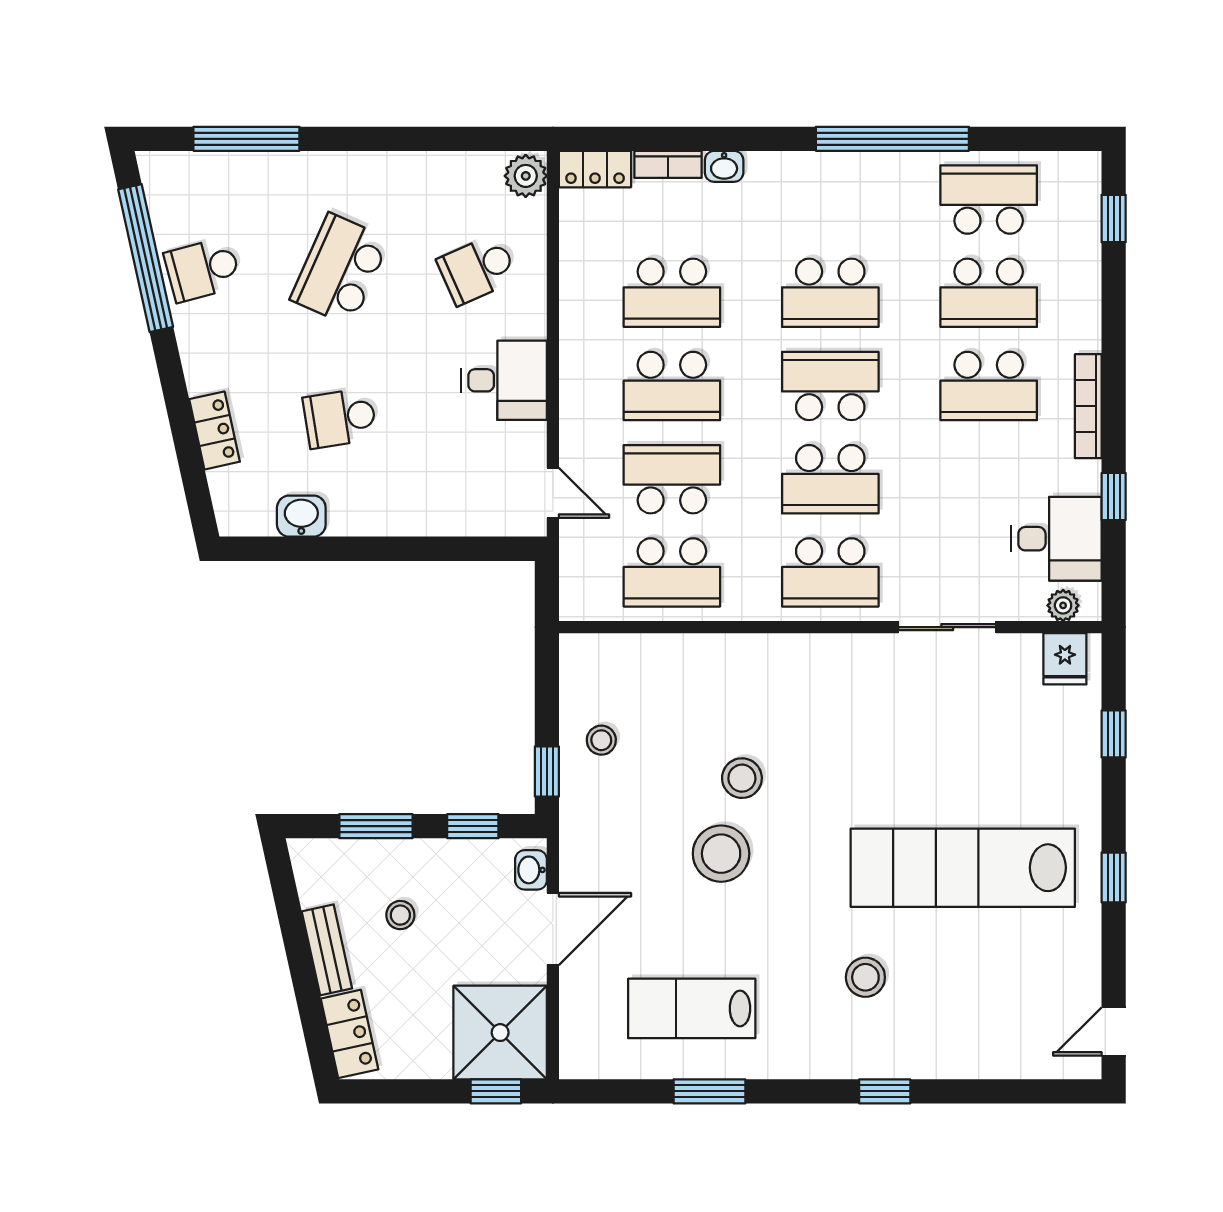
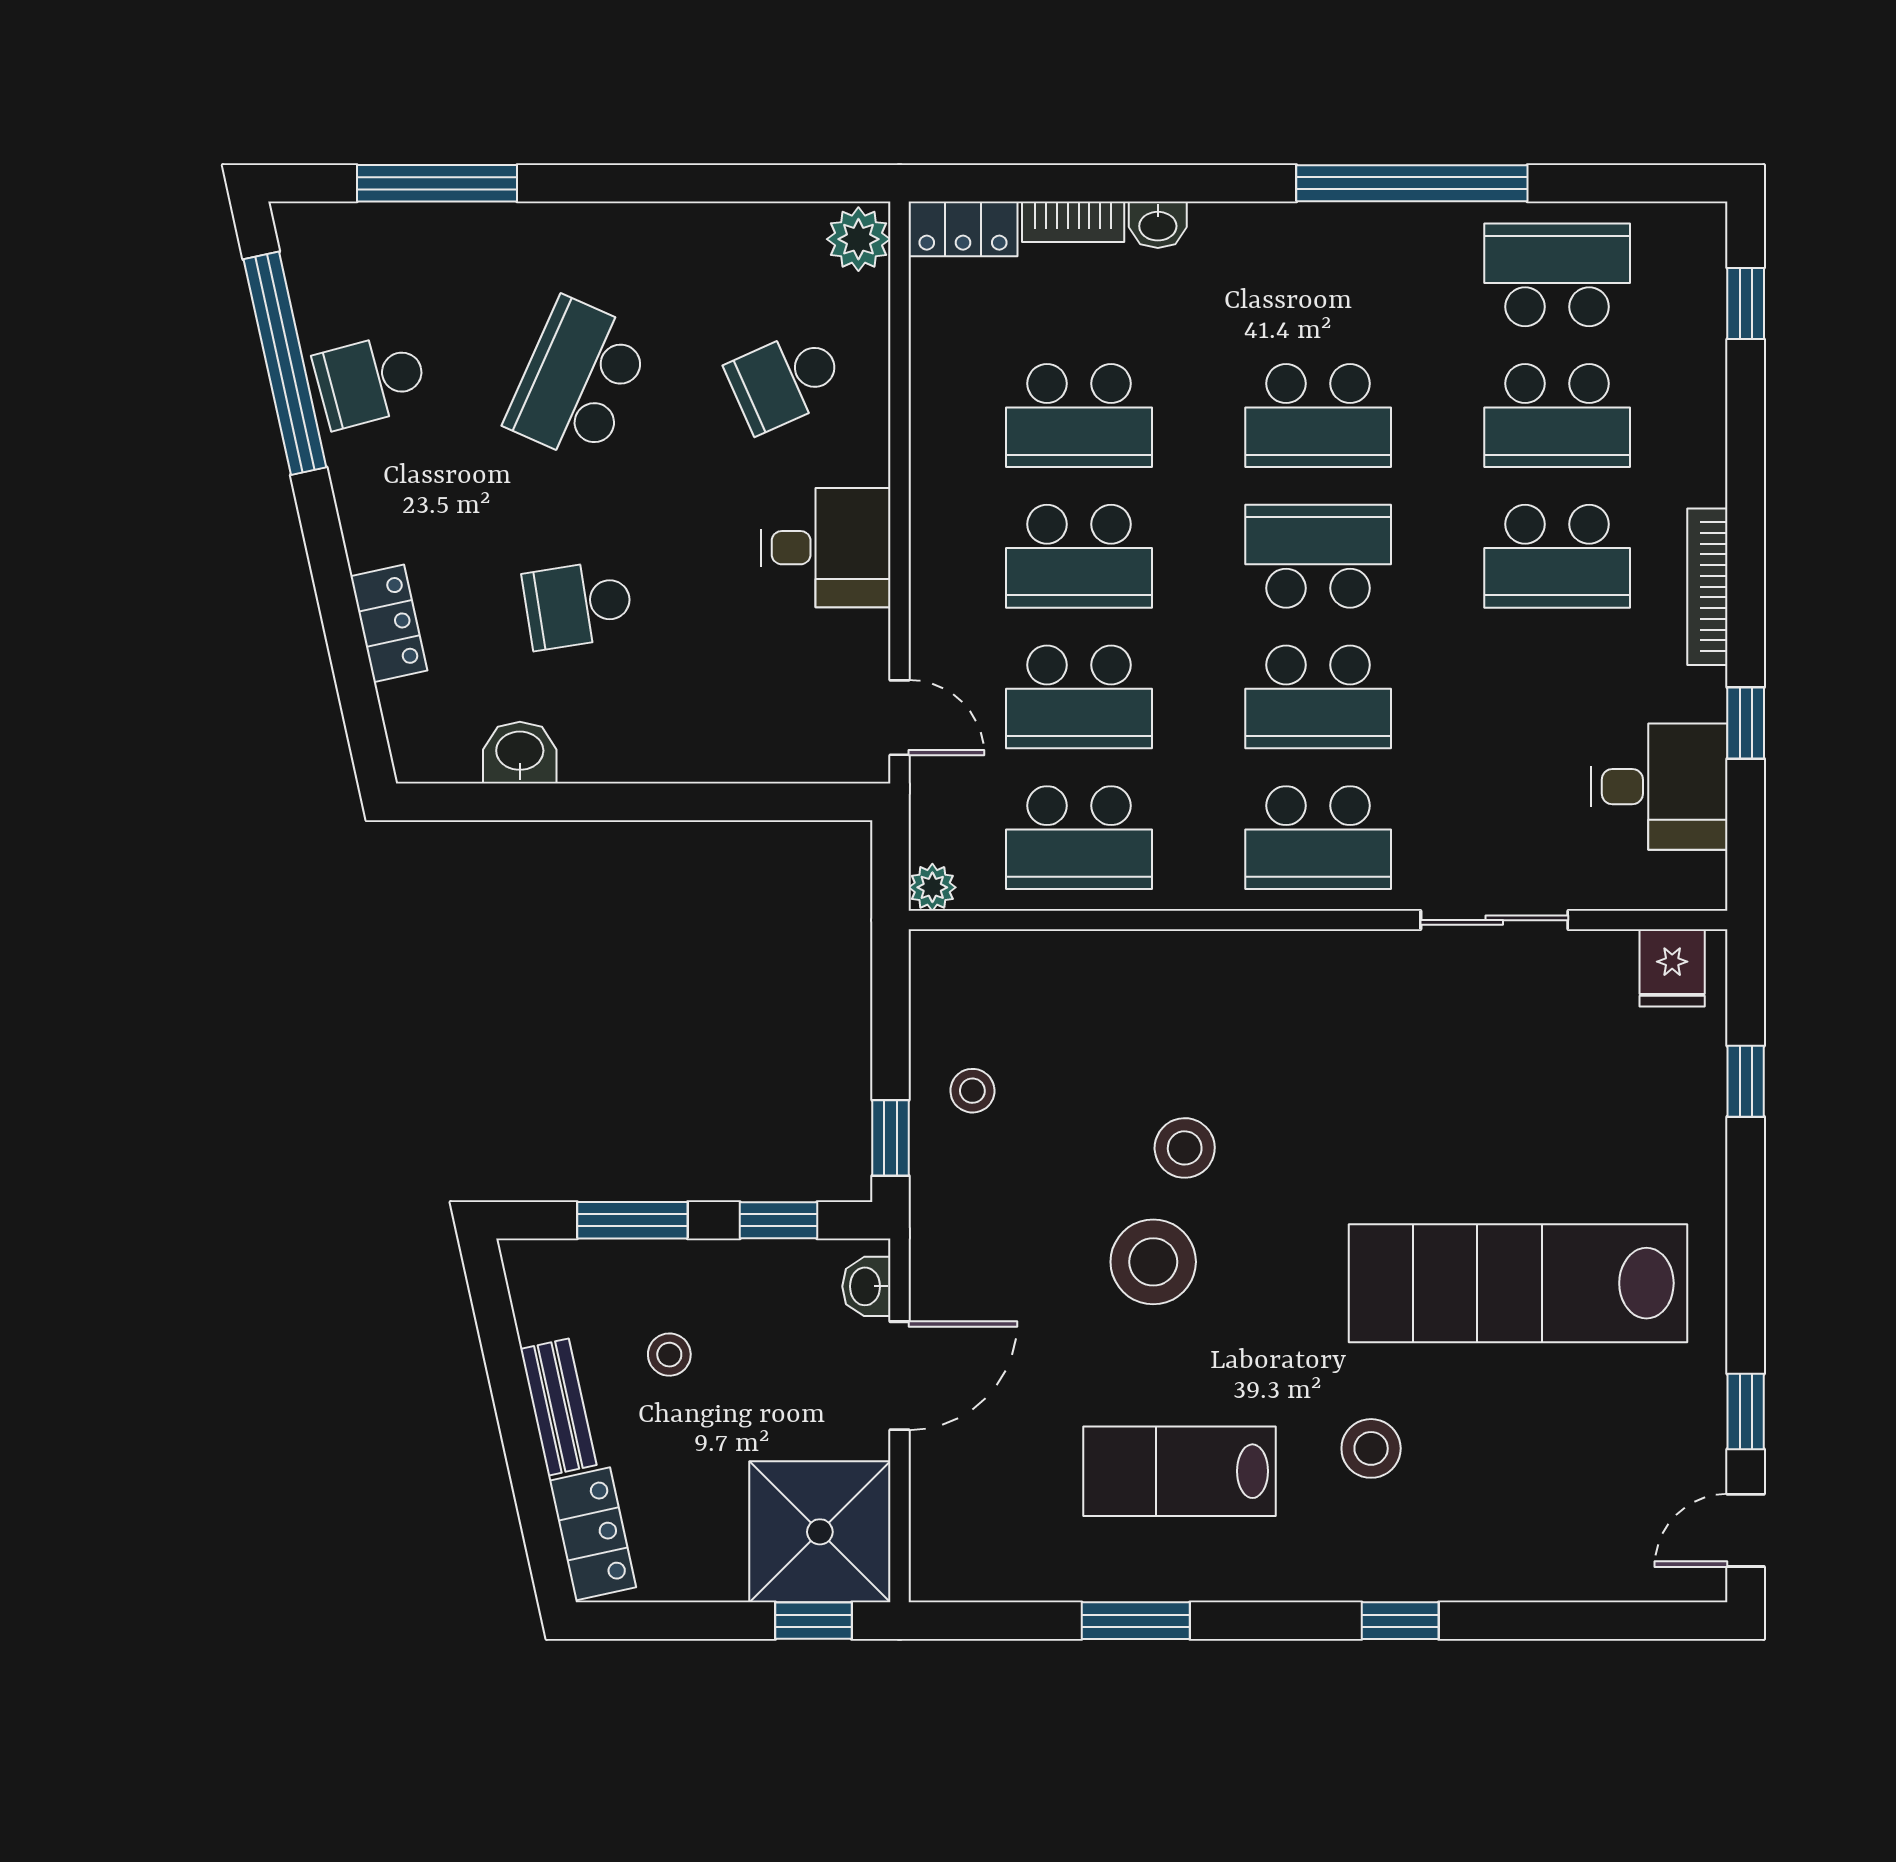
school desk: (672, 479) -> (1079, 697), turned 180
plant: (1063, 605) -> (932, 887), moved
window: (1114, 877) -> (1746, 1412), moved
lab bench: (692, 1008) -> (1179, 1471), moved

